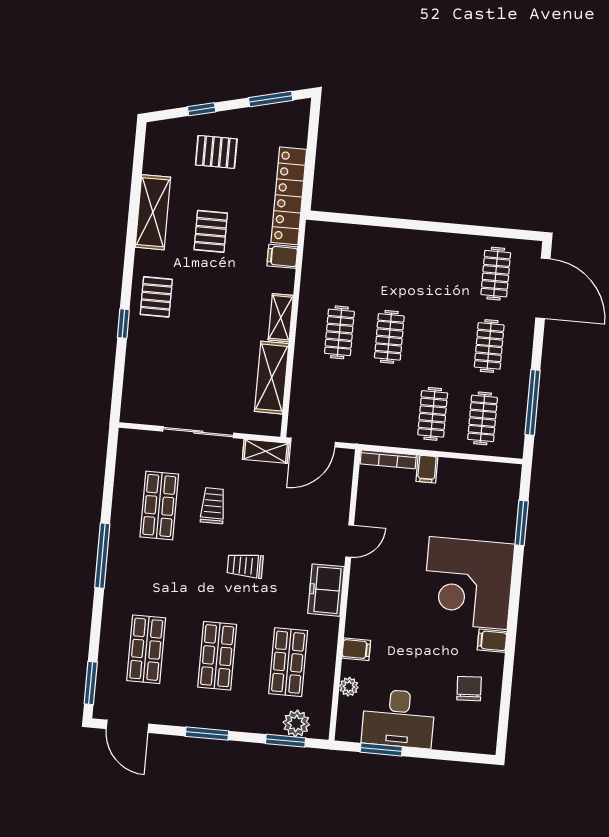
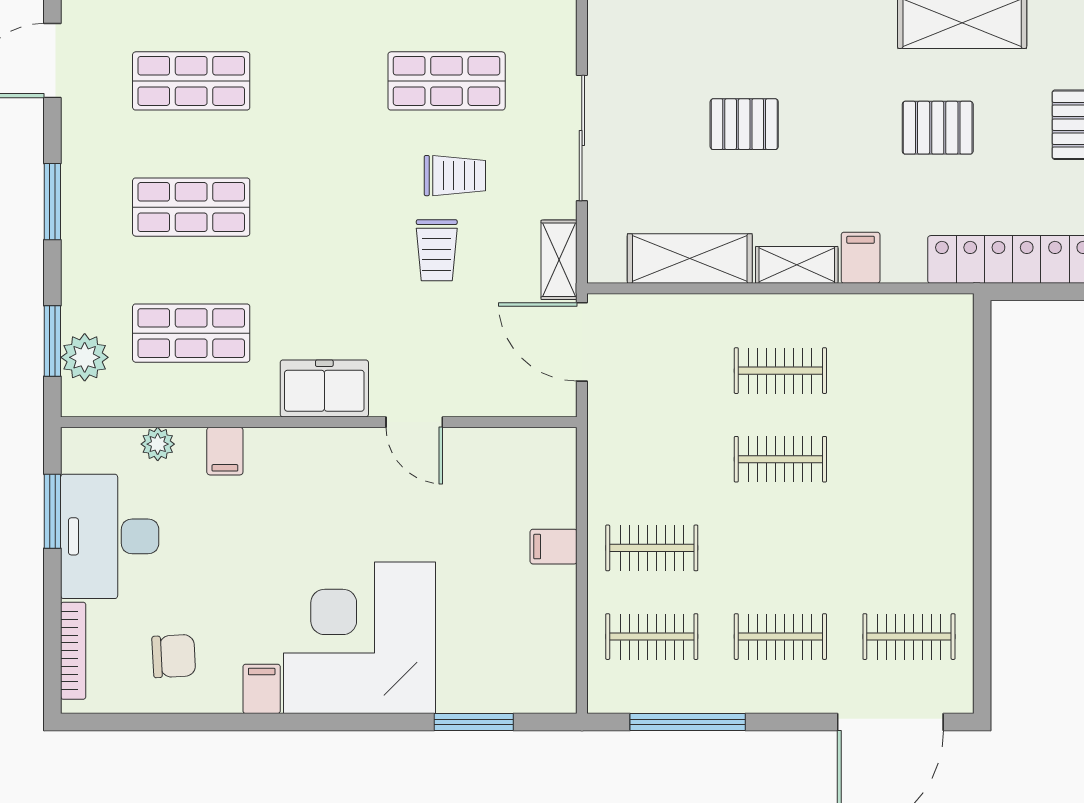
filing cabinet: (282, 256) -> (861, 258), moved
pallet: (156, 297) -> (744, 124), moved
bookcase: (388, 459) -> (73, 651), moved, turned 180
trolley: (245, 566) -> (437, 250), moved, turned 180

